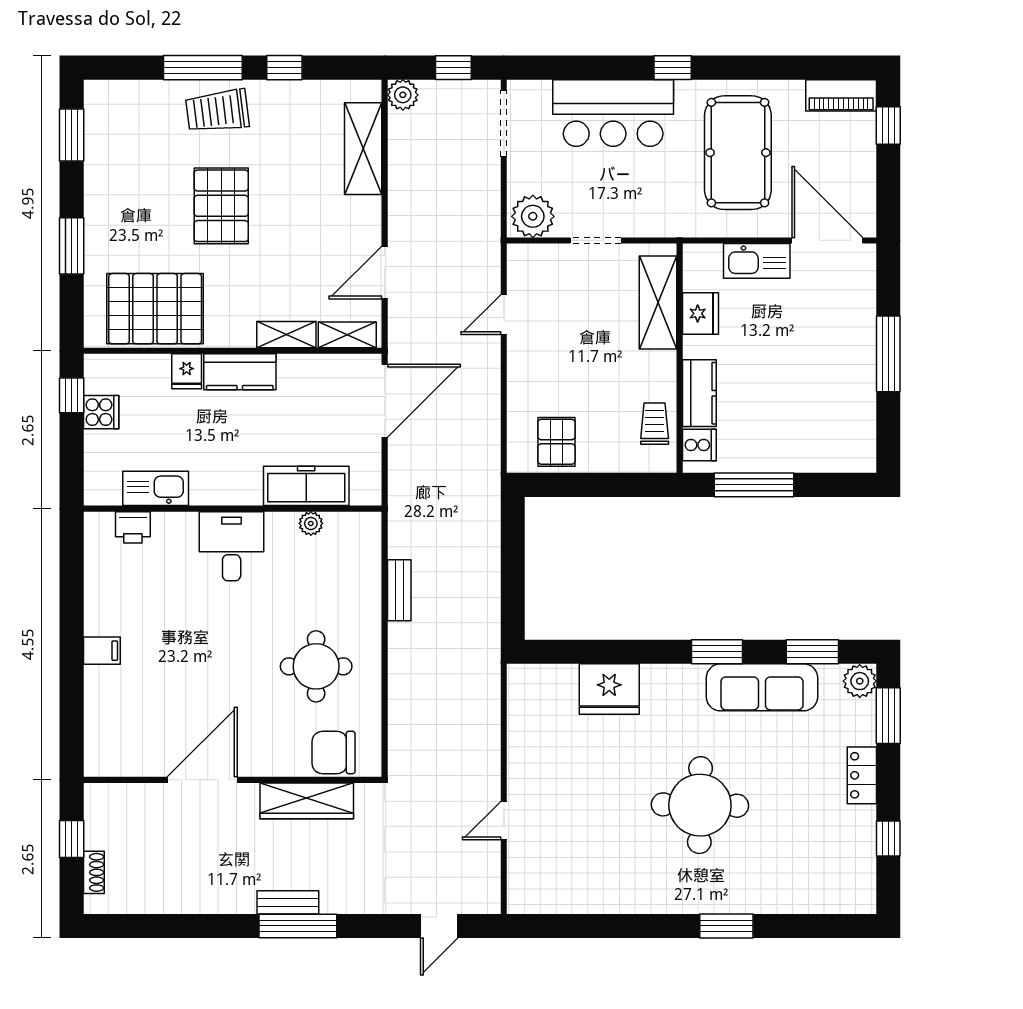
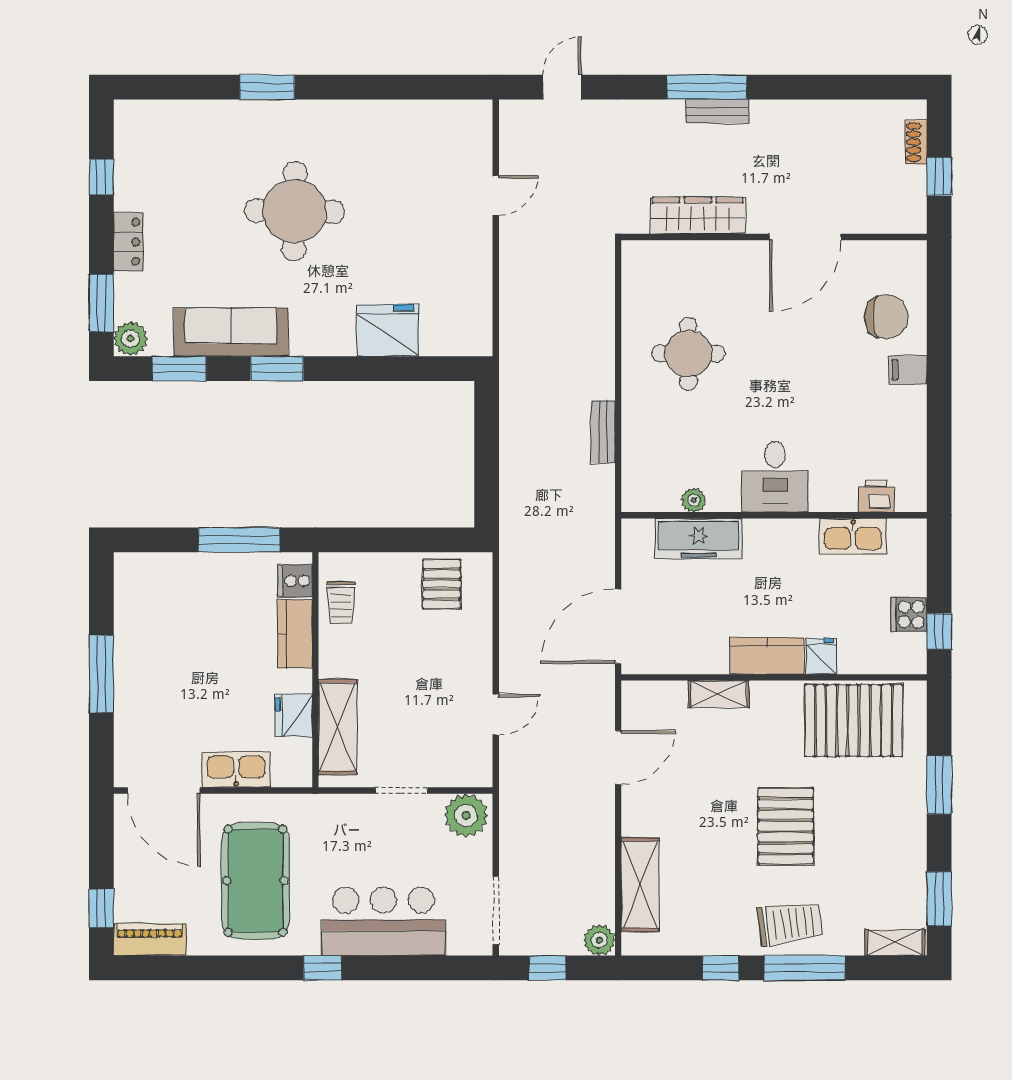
shelving: (347, 335) -> (895, 942), moved
chair: (334, 752) -> (886, 317), moved

